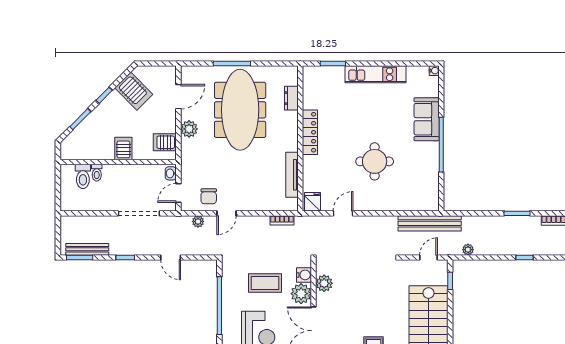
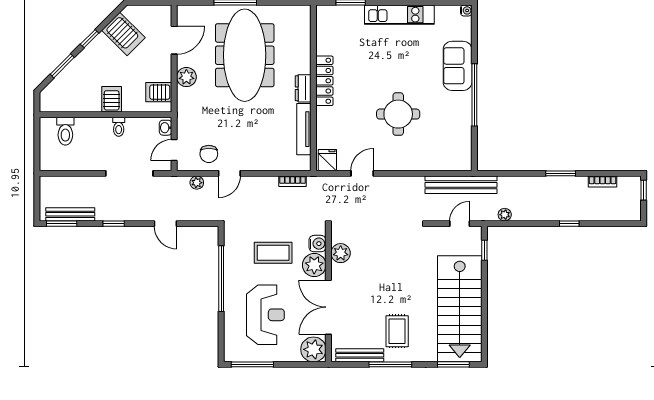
dresser: (291, 98) -> (303, 88), moved
toilet: (97, 173) -> (119, 127), moved

